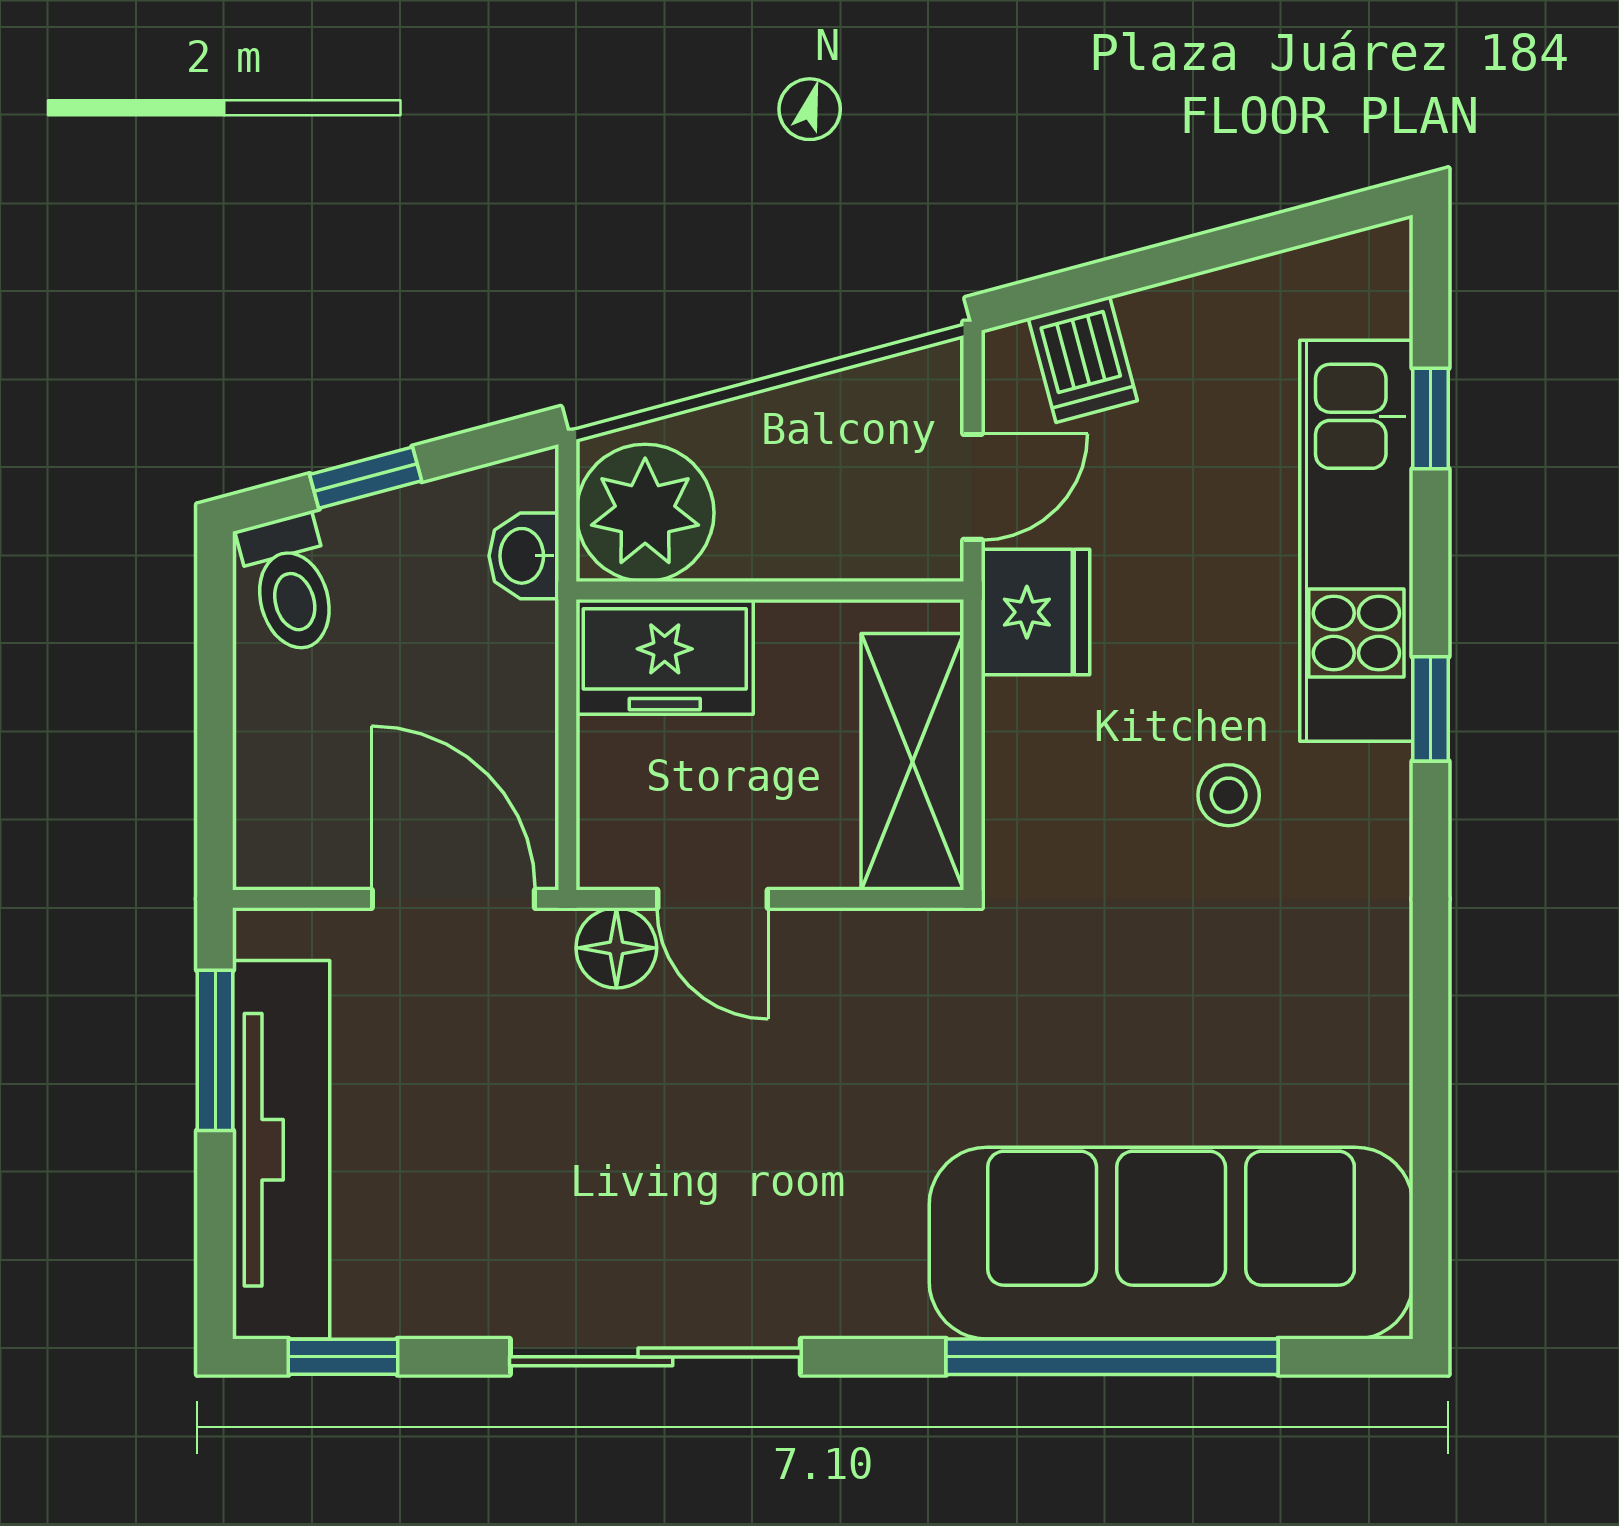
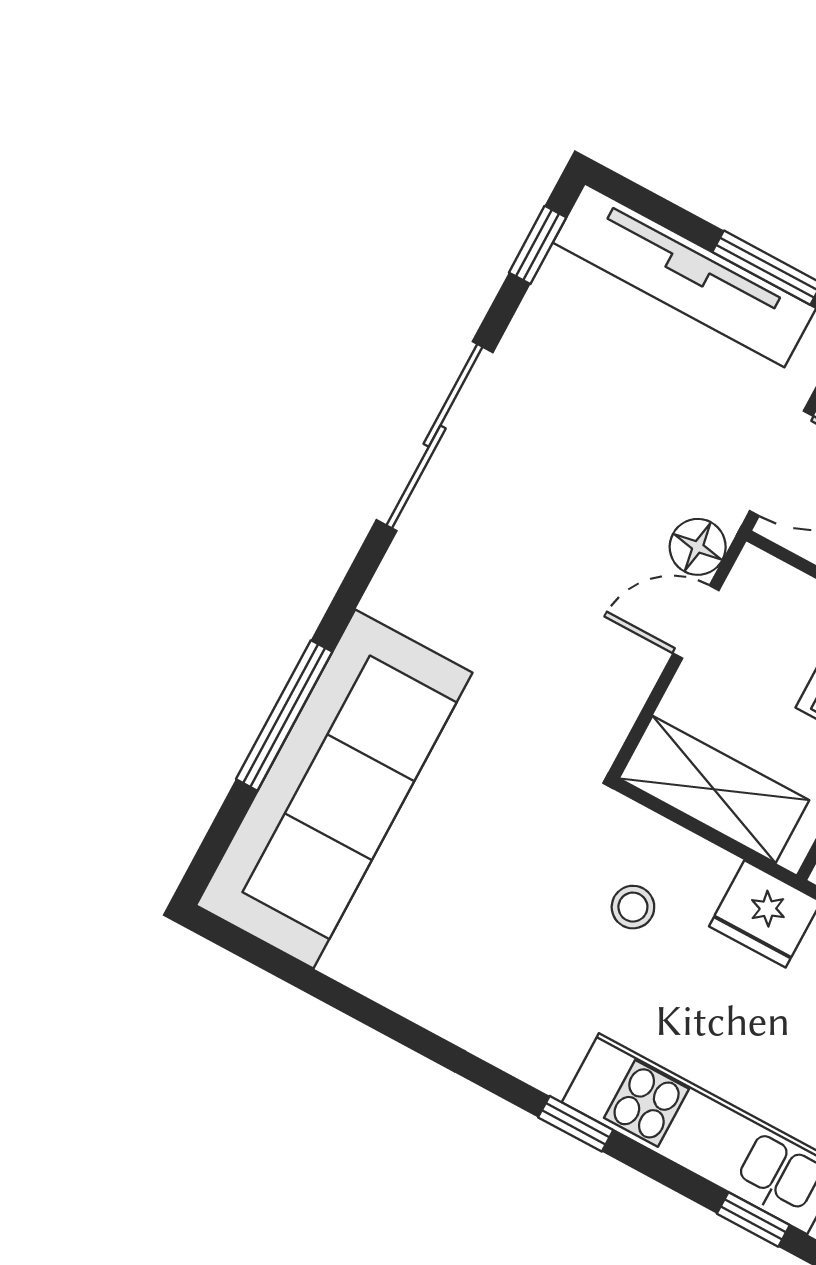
stool: (1229, 795) -> (633, 907), moved
window: (1112, 1357) -> (284, 715), width x0.68

